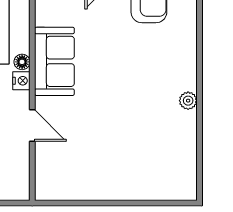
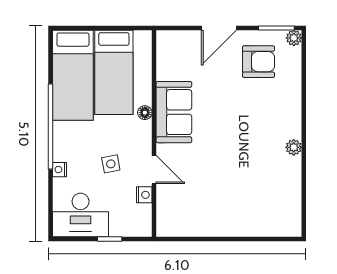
nightstand: (21, 81) -> (144, 195), moved

